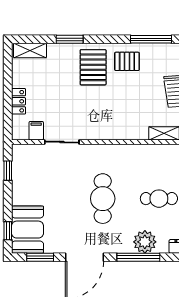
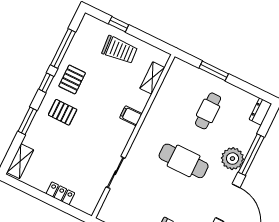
window: (113, 39) -> (46, 83), added
pallet: (93, 67) -> (63, 112), width x0.67, depth x0.71
filing cabinet: (36, 131) -> (131, 116), moved
plant: (145, 242) -> (232, 159), moved

